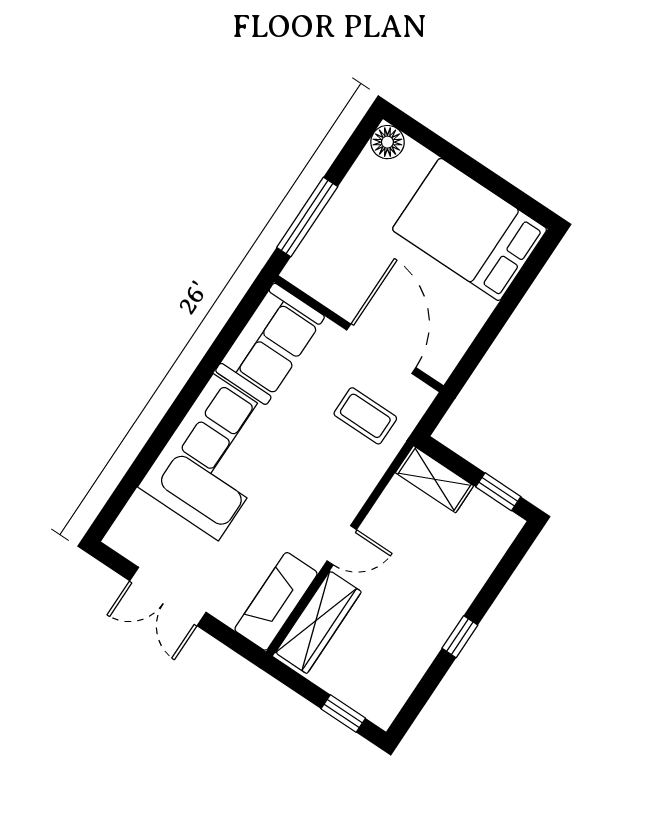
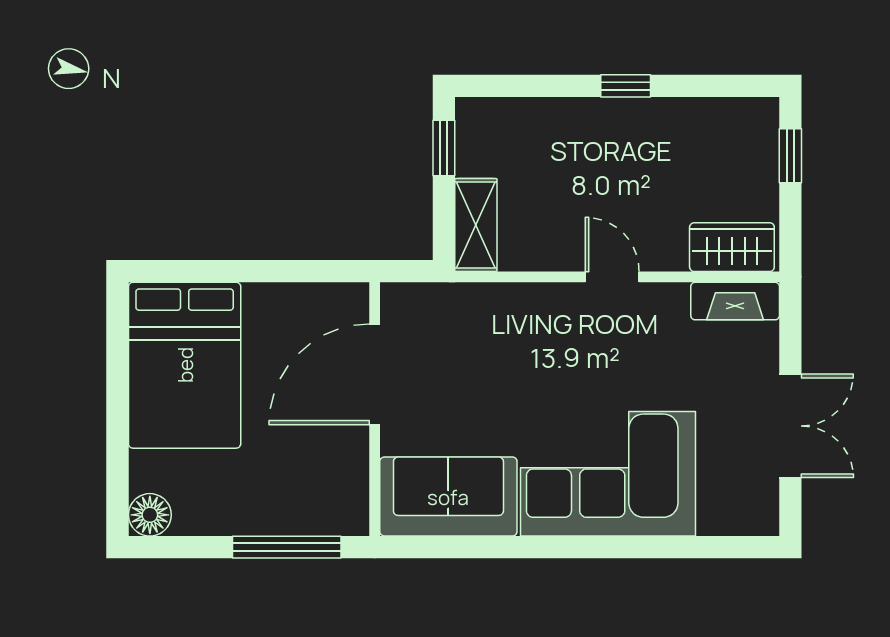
coffee table: (365, 416) -> (457, 344), removed
fireplace: (276, 601) -> (735, 301), width x0.73, depth x0.76
wardrobe: (318, 622) -> (732, 247), width x0.67

